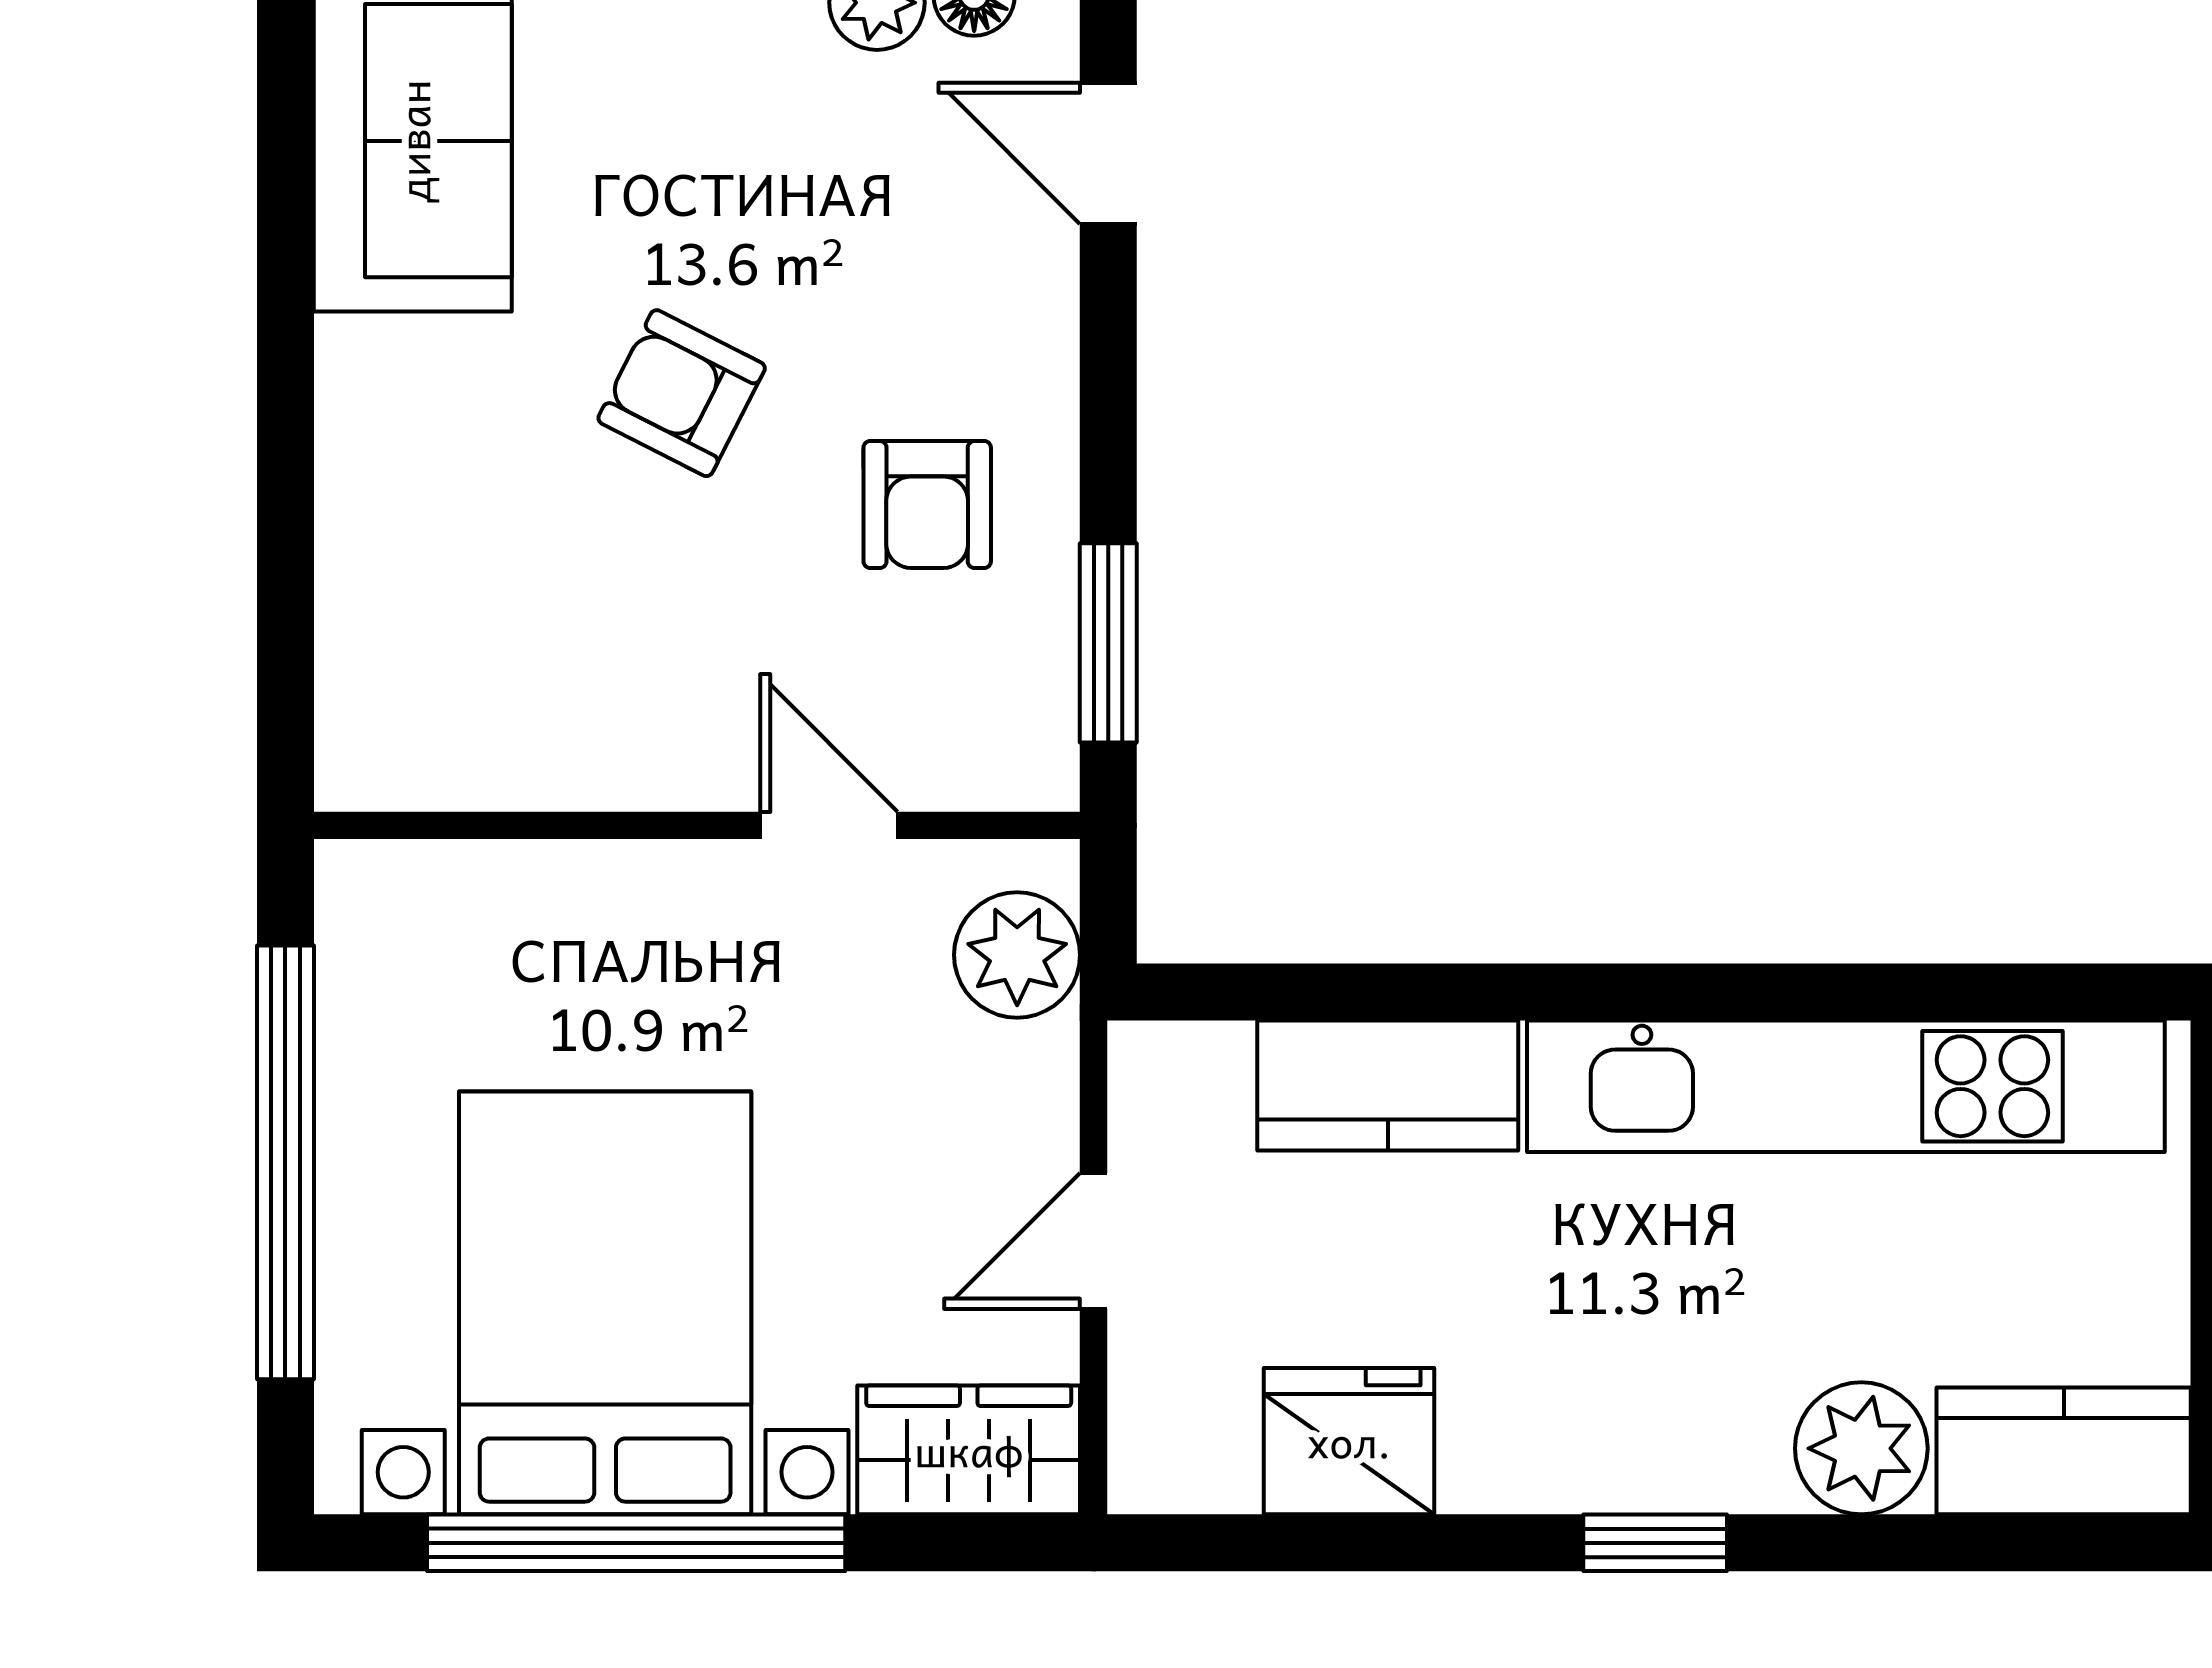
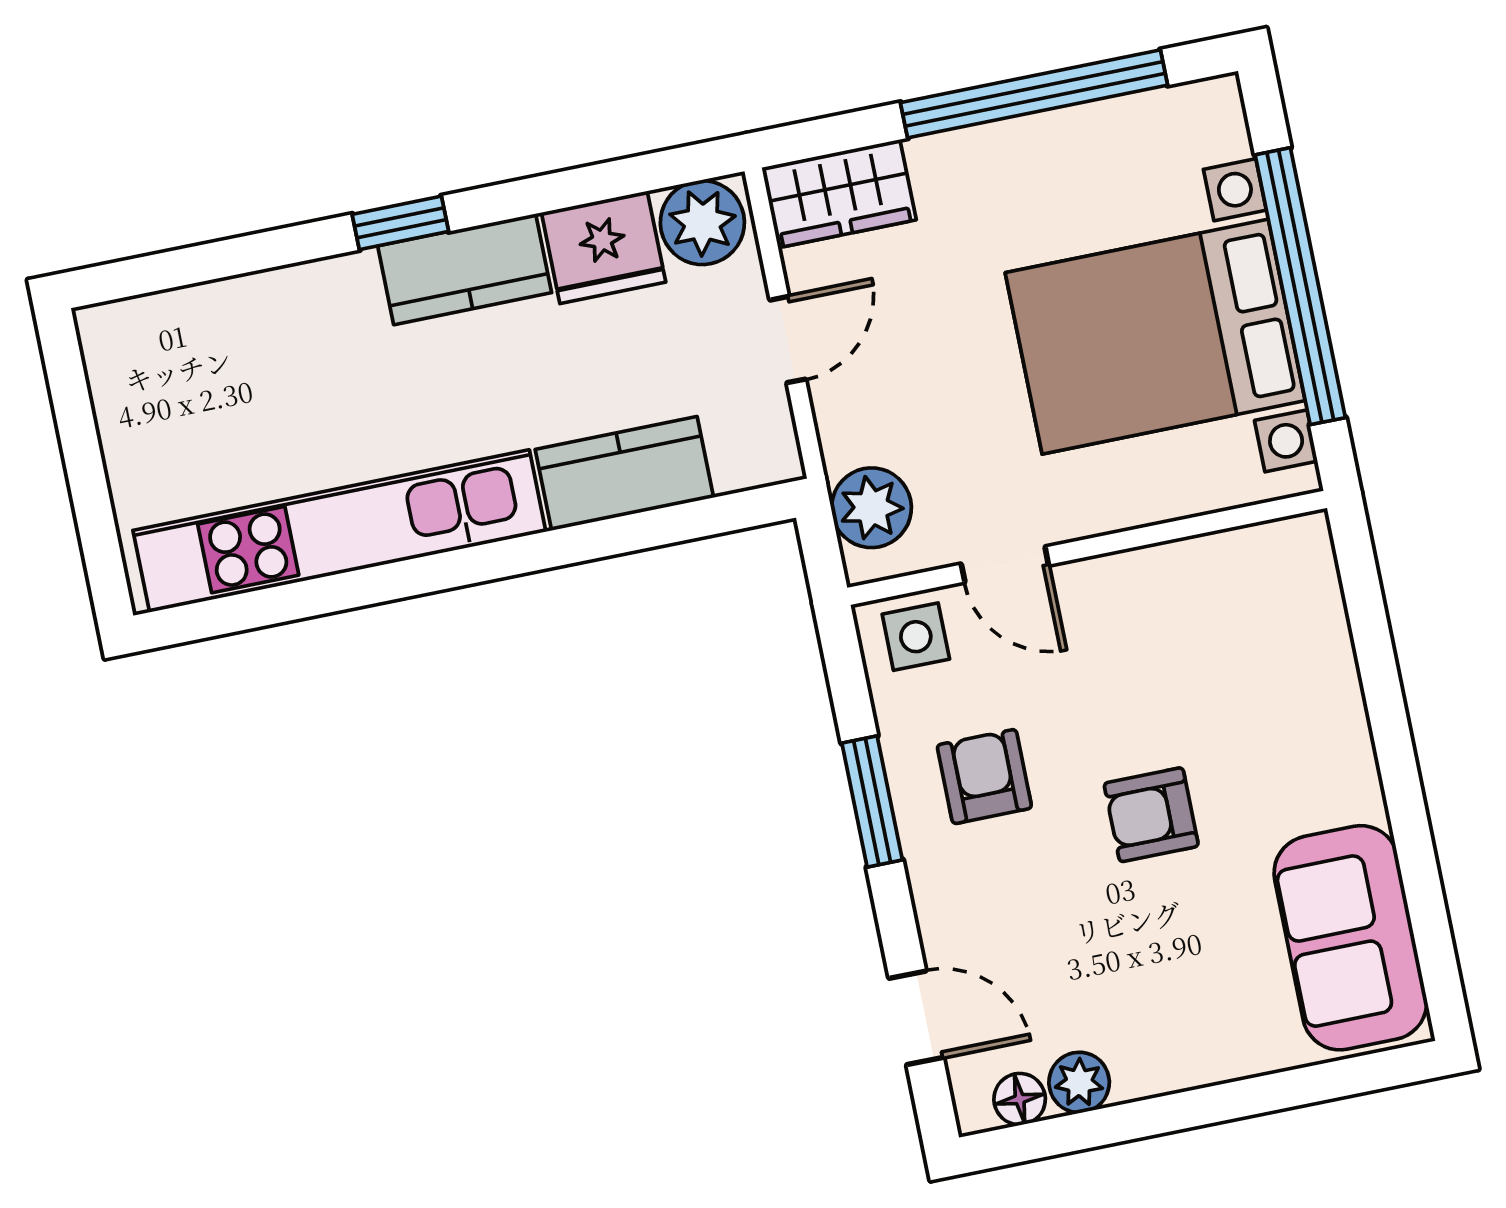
armchair: (682, 393) -> (1151, 815), turned 153
window: (1108, 643) -> (872, 802), moved
side table: (989, 742) -> (916, 637), added
bed with nightstands: (605, 1303) -> (1155, 337), moved, turned 90
plant: (1861, 1448) -> (702, 223), moved
kitchen counter: (2064, 1451) -> (465, 269), moved

